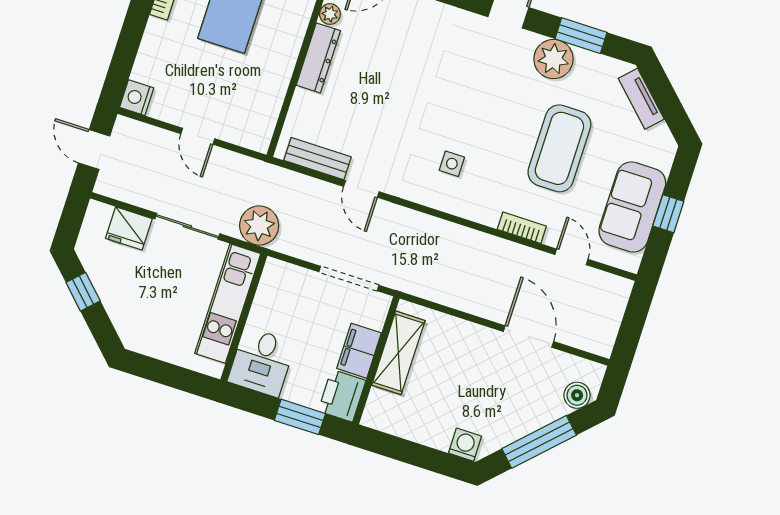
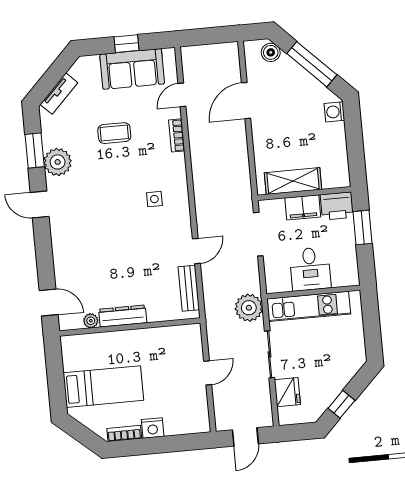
nightstand: (137, 98) -> (153, 428), moved
coffee table: (559, 148) -> (114, 133), width x0.54, depth x0.58
desk: (262, 362) -> (310, 269), moved, turned 90

